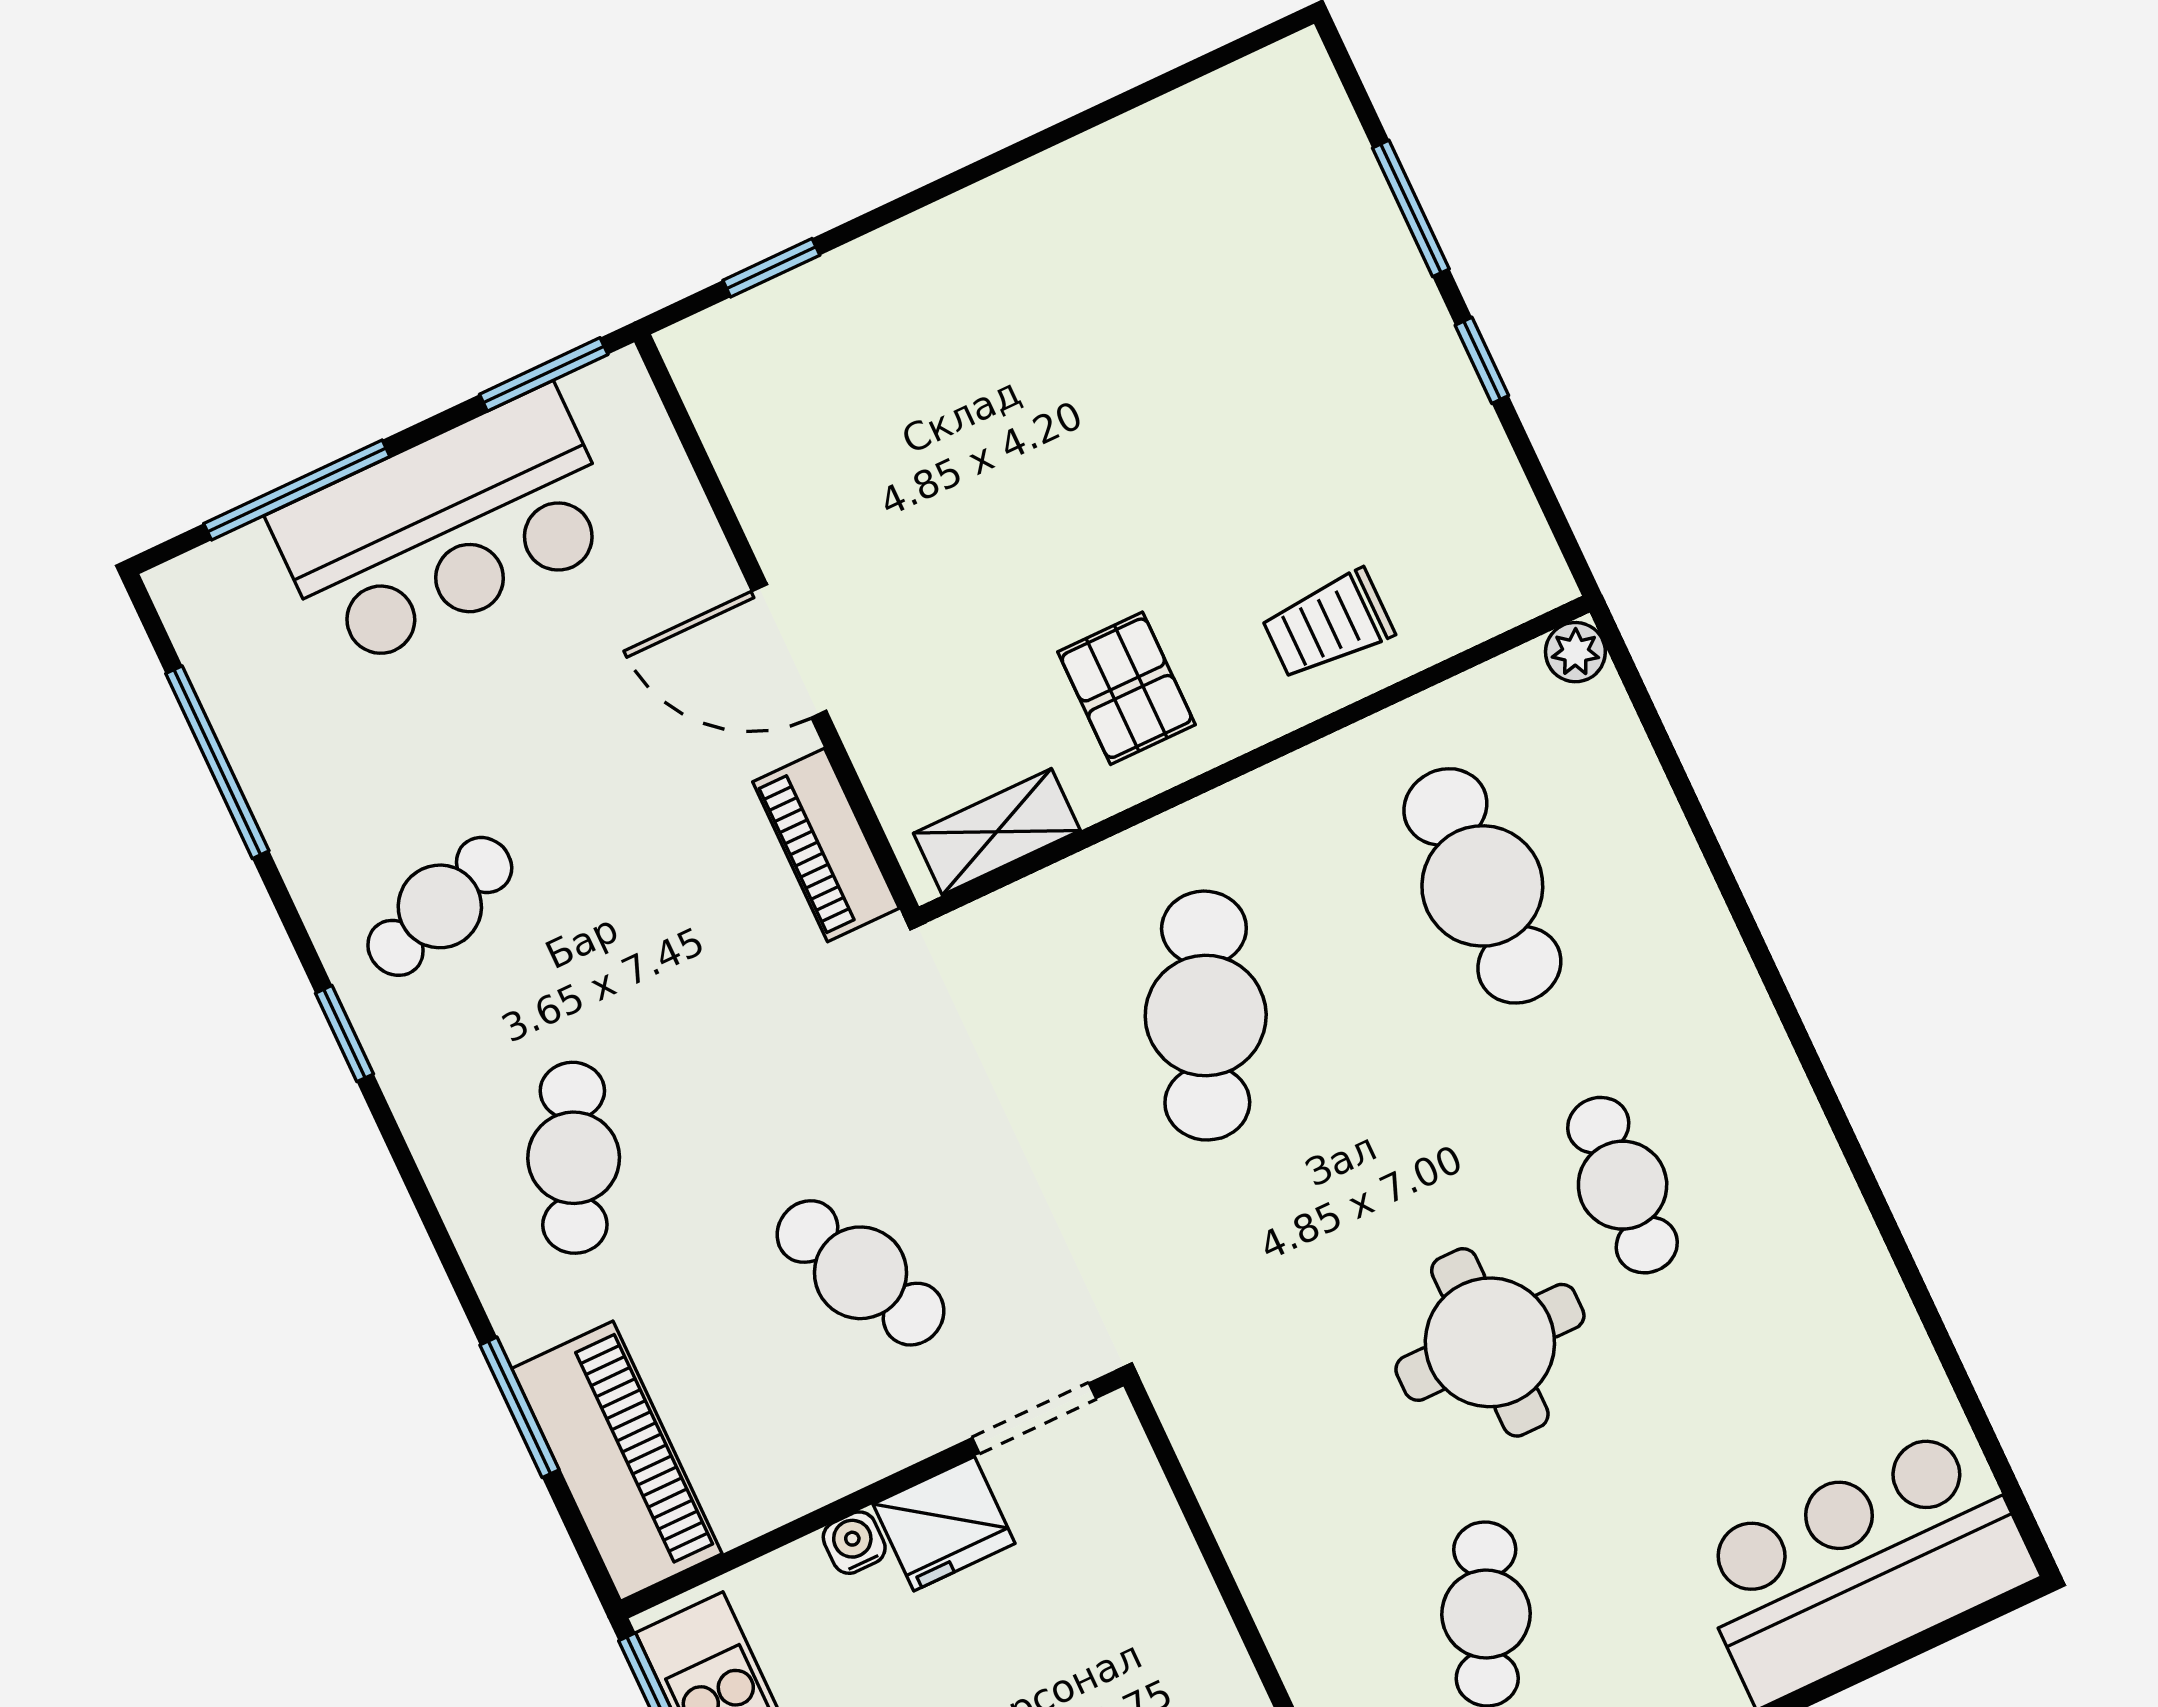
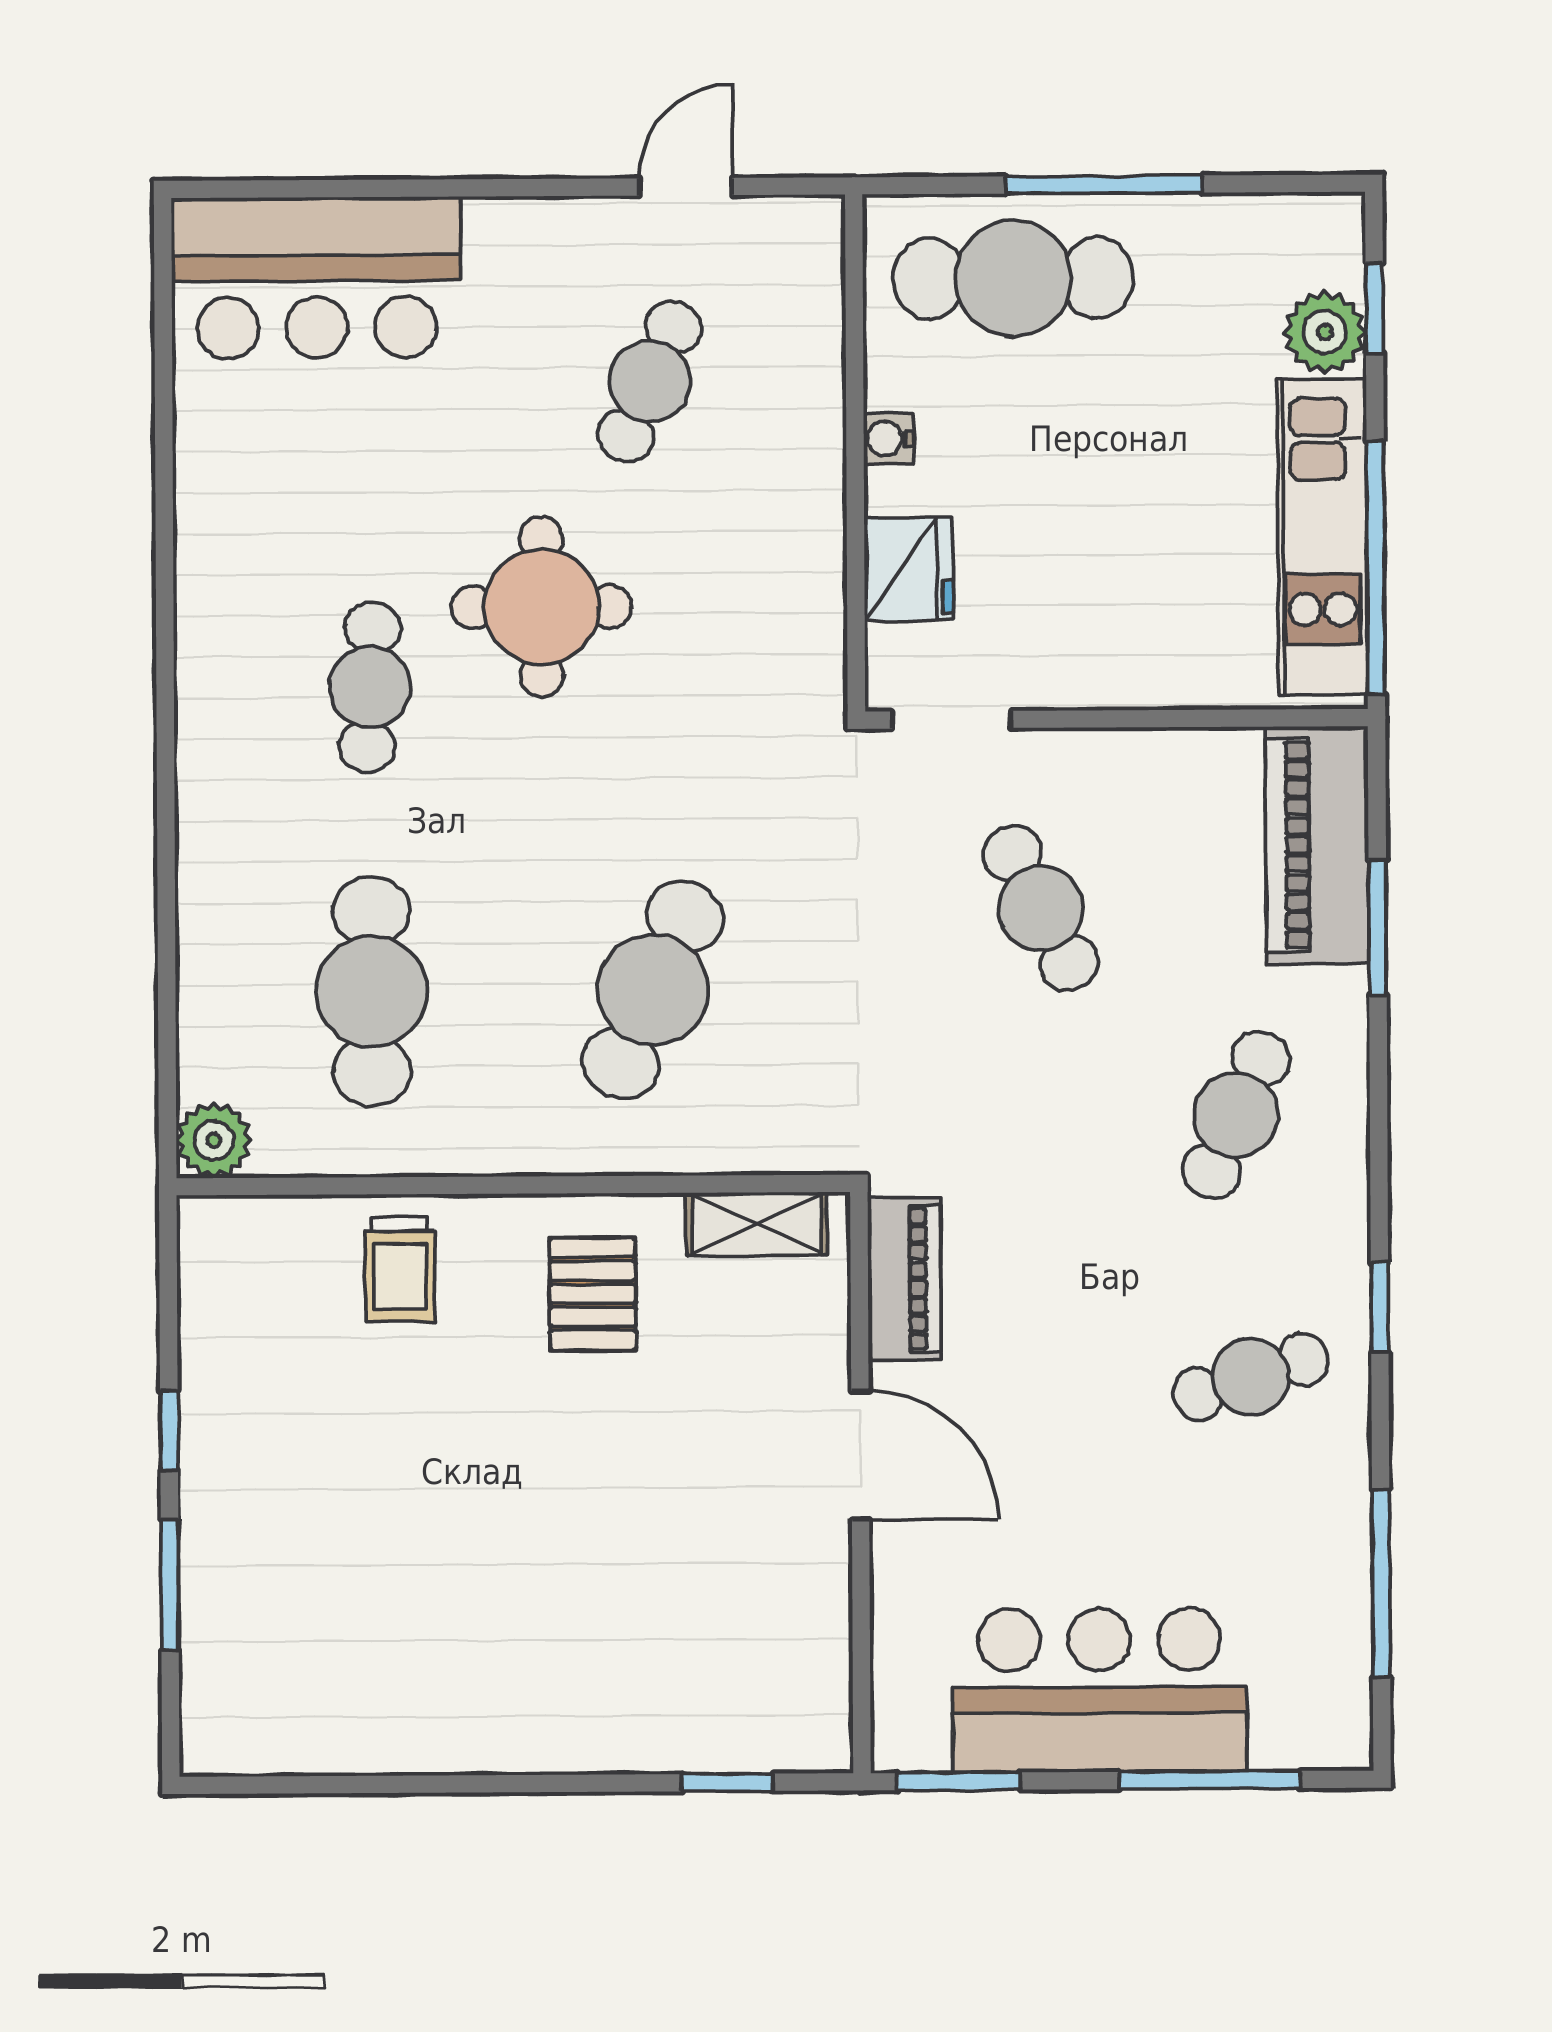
trolley: (1328, 625) -> (400, 1269), turned 90
plant: (1575, 652) -> (214, 1140), width x1.38, depth x1.38
fridge: (944, 1524) -> (909, 569), moved, turned 90
water cooler: (854, 1543) -> (889, 439), moved, turned 90

